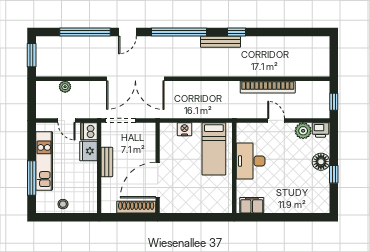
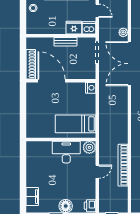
plant: (65, 87) -> (123, 32), moved
door: (66, 120) -> (97, 11), swing flipped
nightstand: (185, 129) -> (91, 88), moved
plant: (303, 131) -> (89, 147), moved
filing cabinet: (252, 205) -> (32, 197), moved

